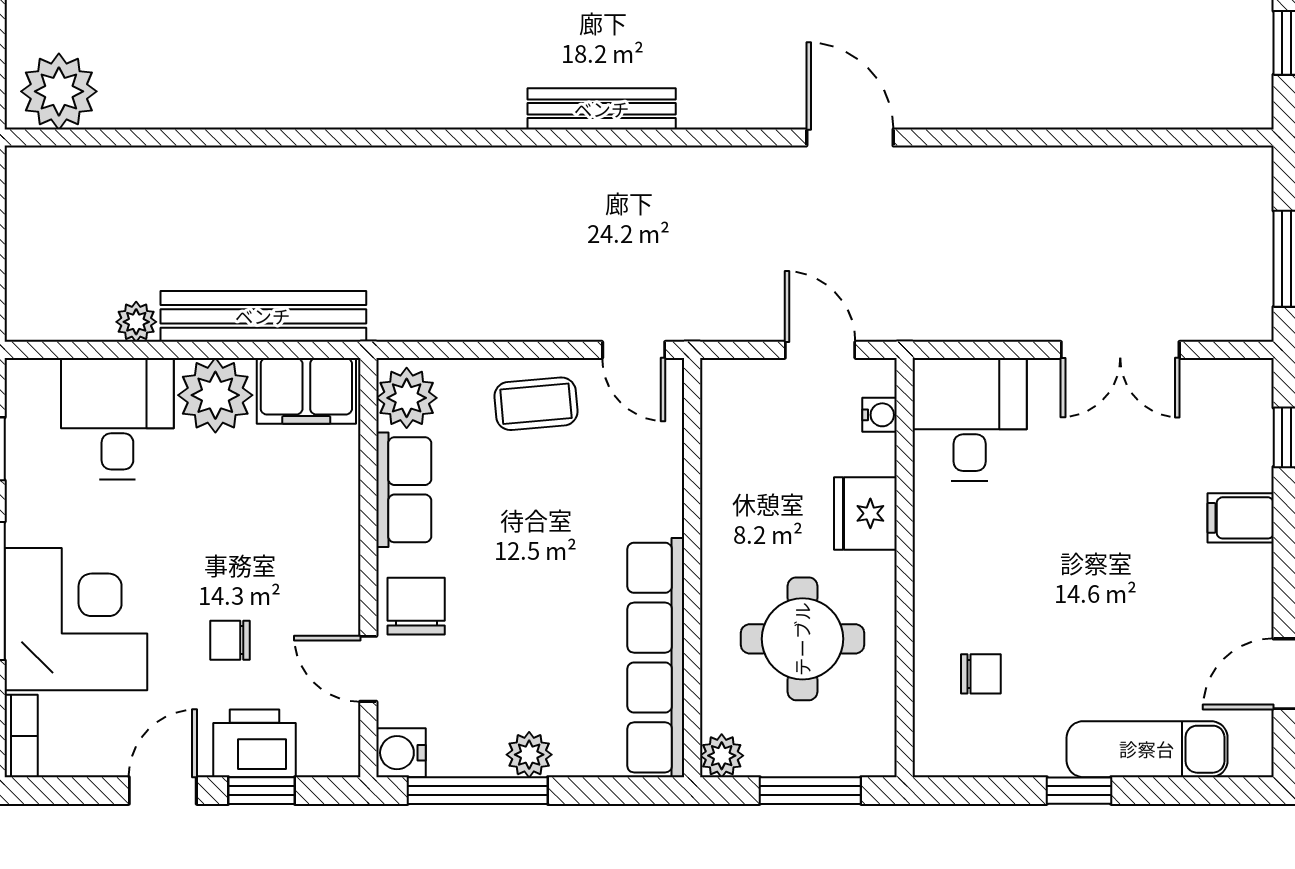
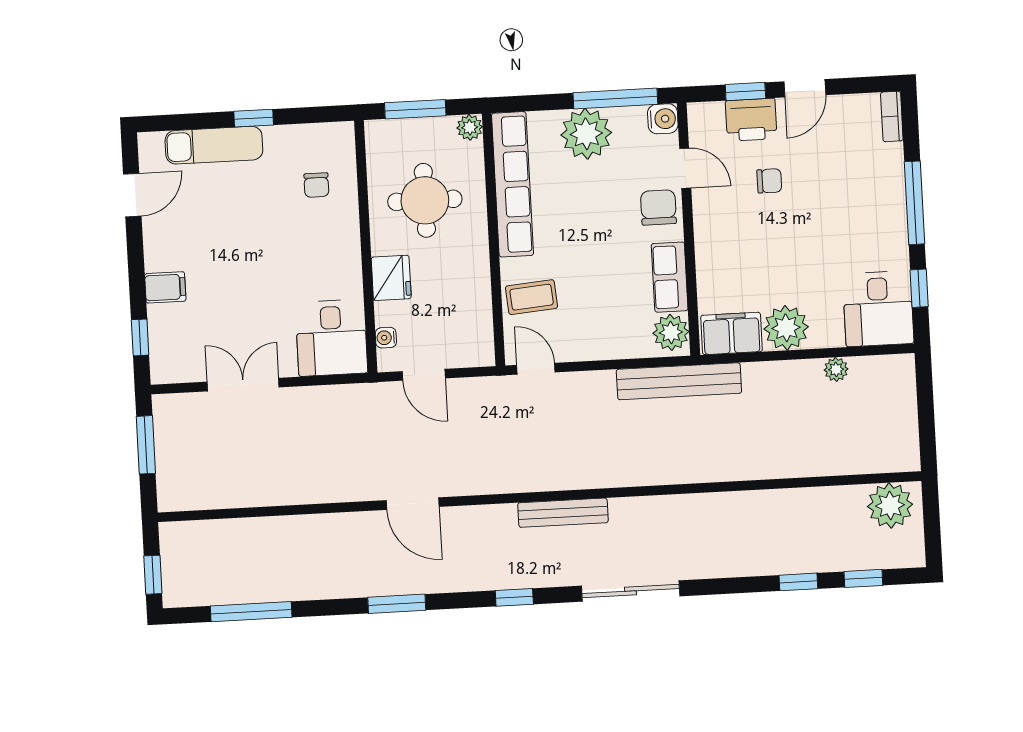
bench: (263, 316) -> (679, 381), moved
coffee table: (536, 404) -> (532, 297), moved
desk: (117, 419) -> (878, 309), moved
chair: (416, 606) -> (658, 207), turned 180
corner desk: (76, 619) -> (863, 189), removed
chair: (981, 674) -> (316, 185), turned -90
plant: (529, 755) -> (586, 134), width x1.88, depth x1.88

